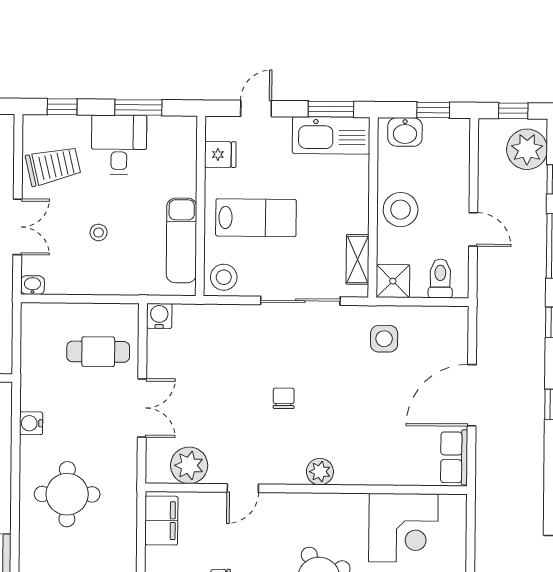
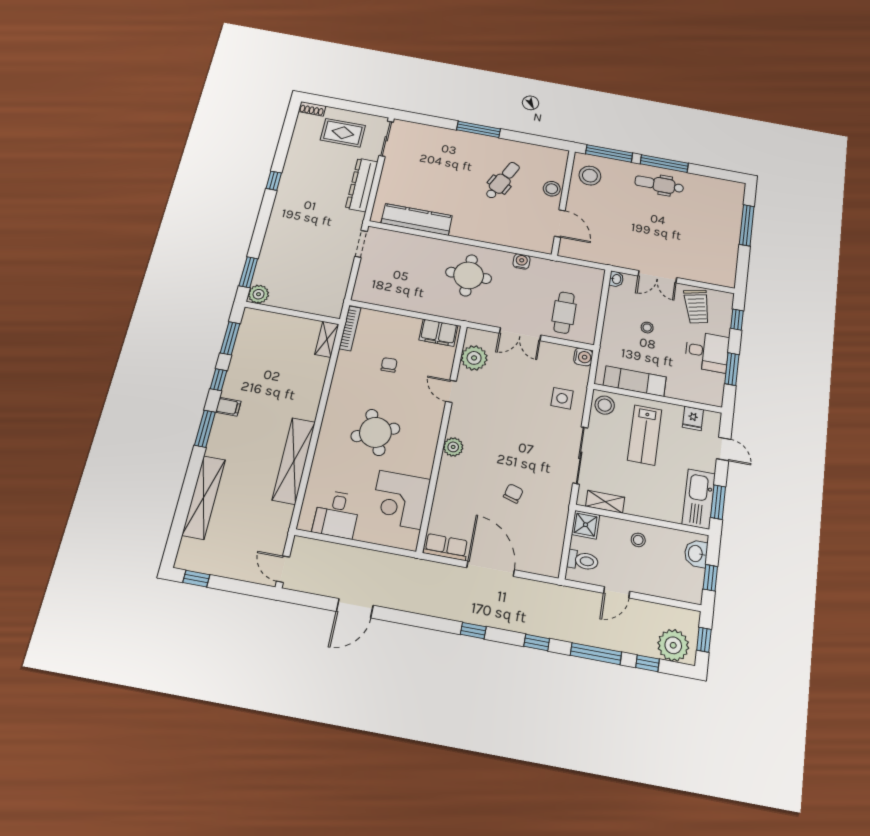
stool: (401, 210) -> (638, 540), width x0.53, depth x0.53
side table: (384, 339) -> (562, 398), moved
chair: (284, 398) -> (513, 493), moved, turned -74

